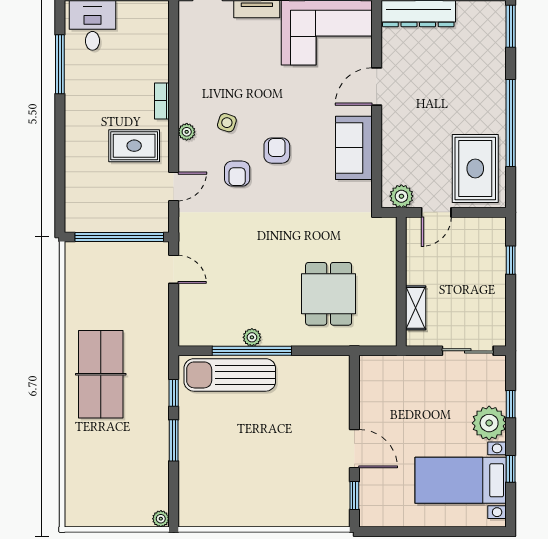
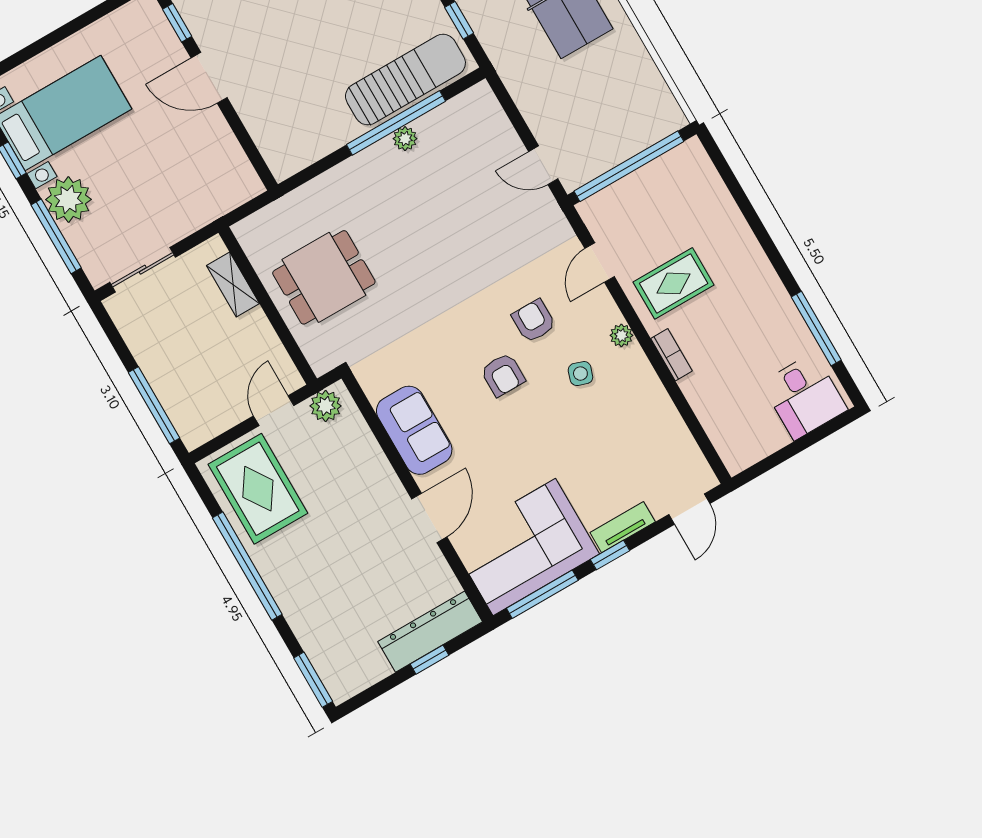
window: (511, 260) -> (154, 405), width x2.17
dining table: (329, 294) -> (324, 277), moved, turned 90
window: (511, 404) -> (56, 236), width x2.17

